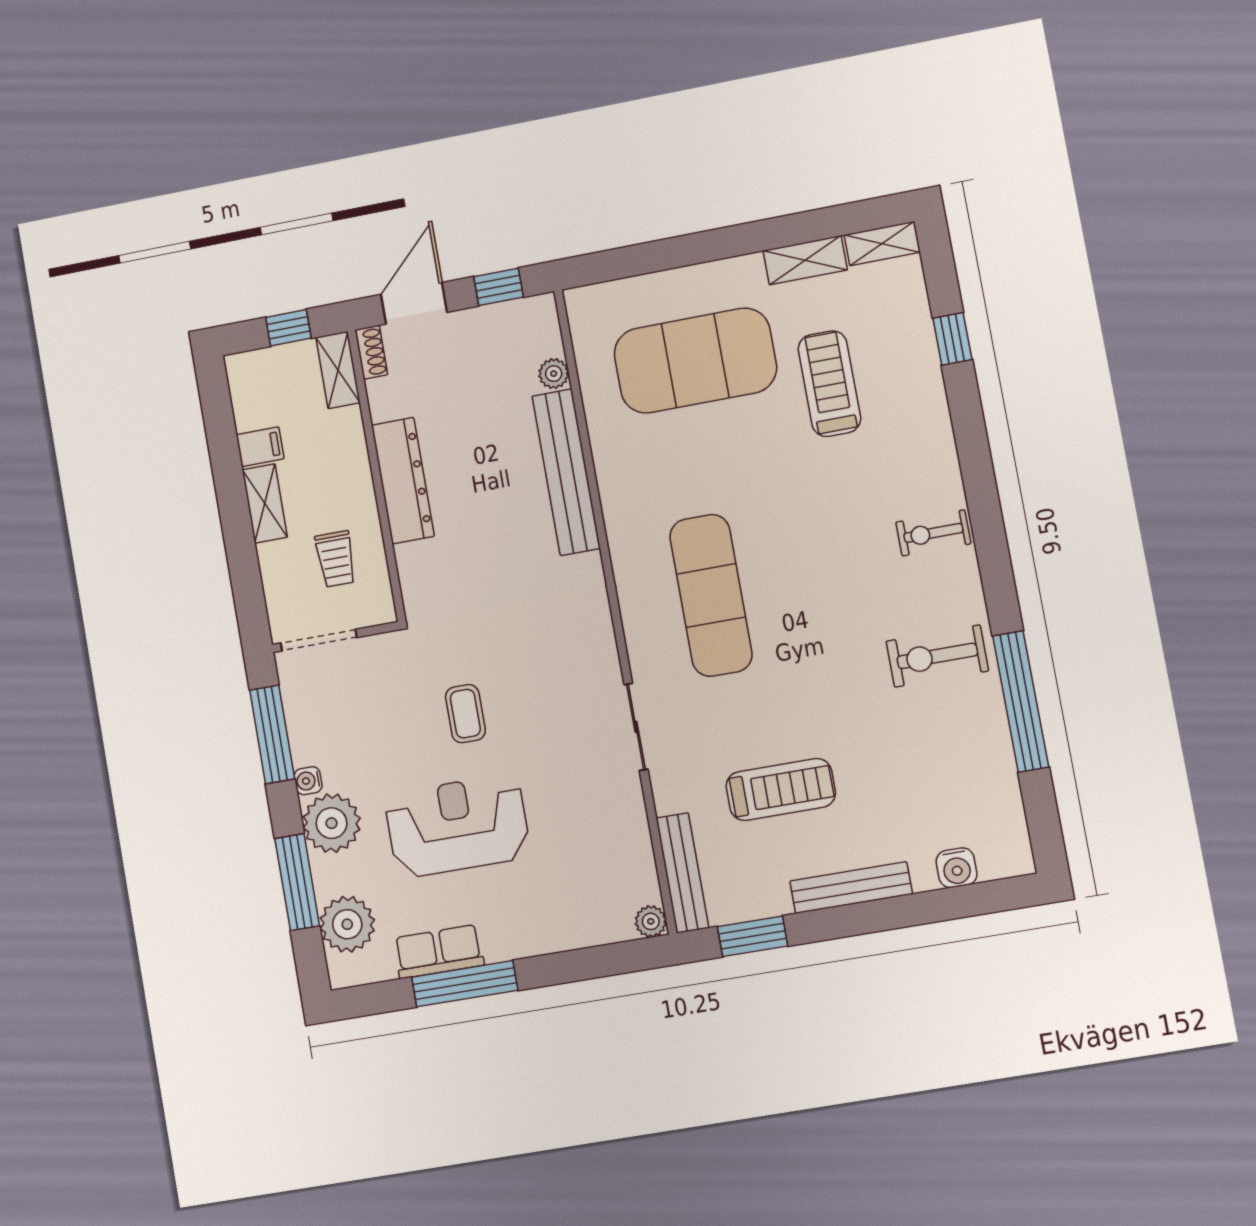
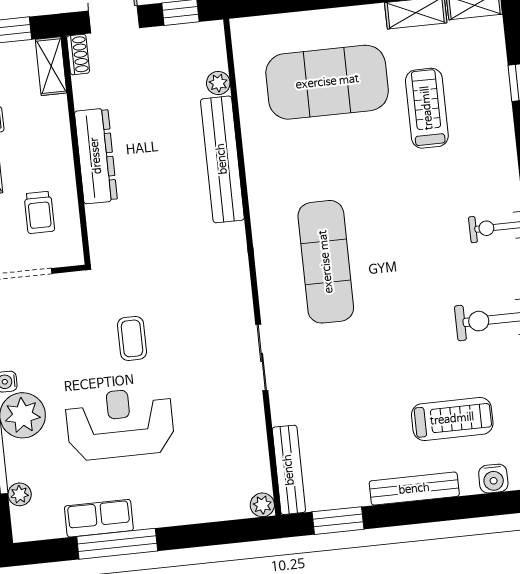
treadmill: (781, 790) -> (452, 419), moved
plant: (347, 924) -> (20, 494), width x0.53, depth x0.53

